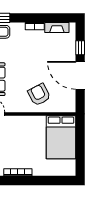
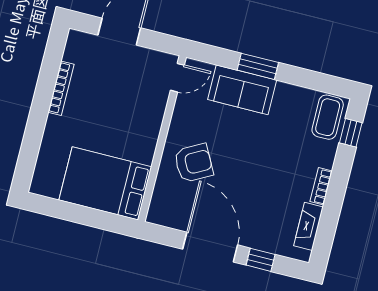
door: (80, 75) -> (210, 247), hinge flipped

